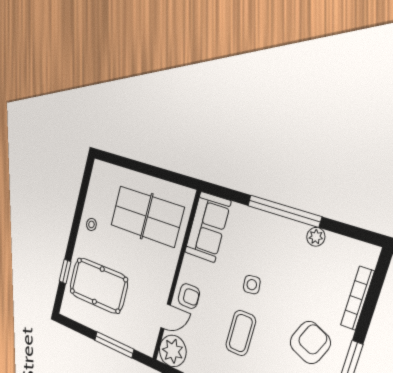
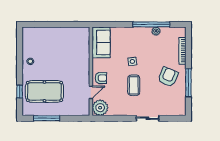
window: (284, 211) -> (151, 24), moved
table tennis table: (147, 216) -> (64, 47), removed
window: (114, 345) -> (47, 118), moved

